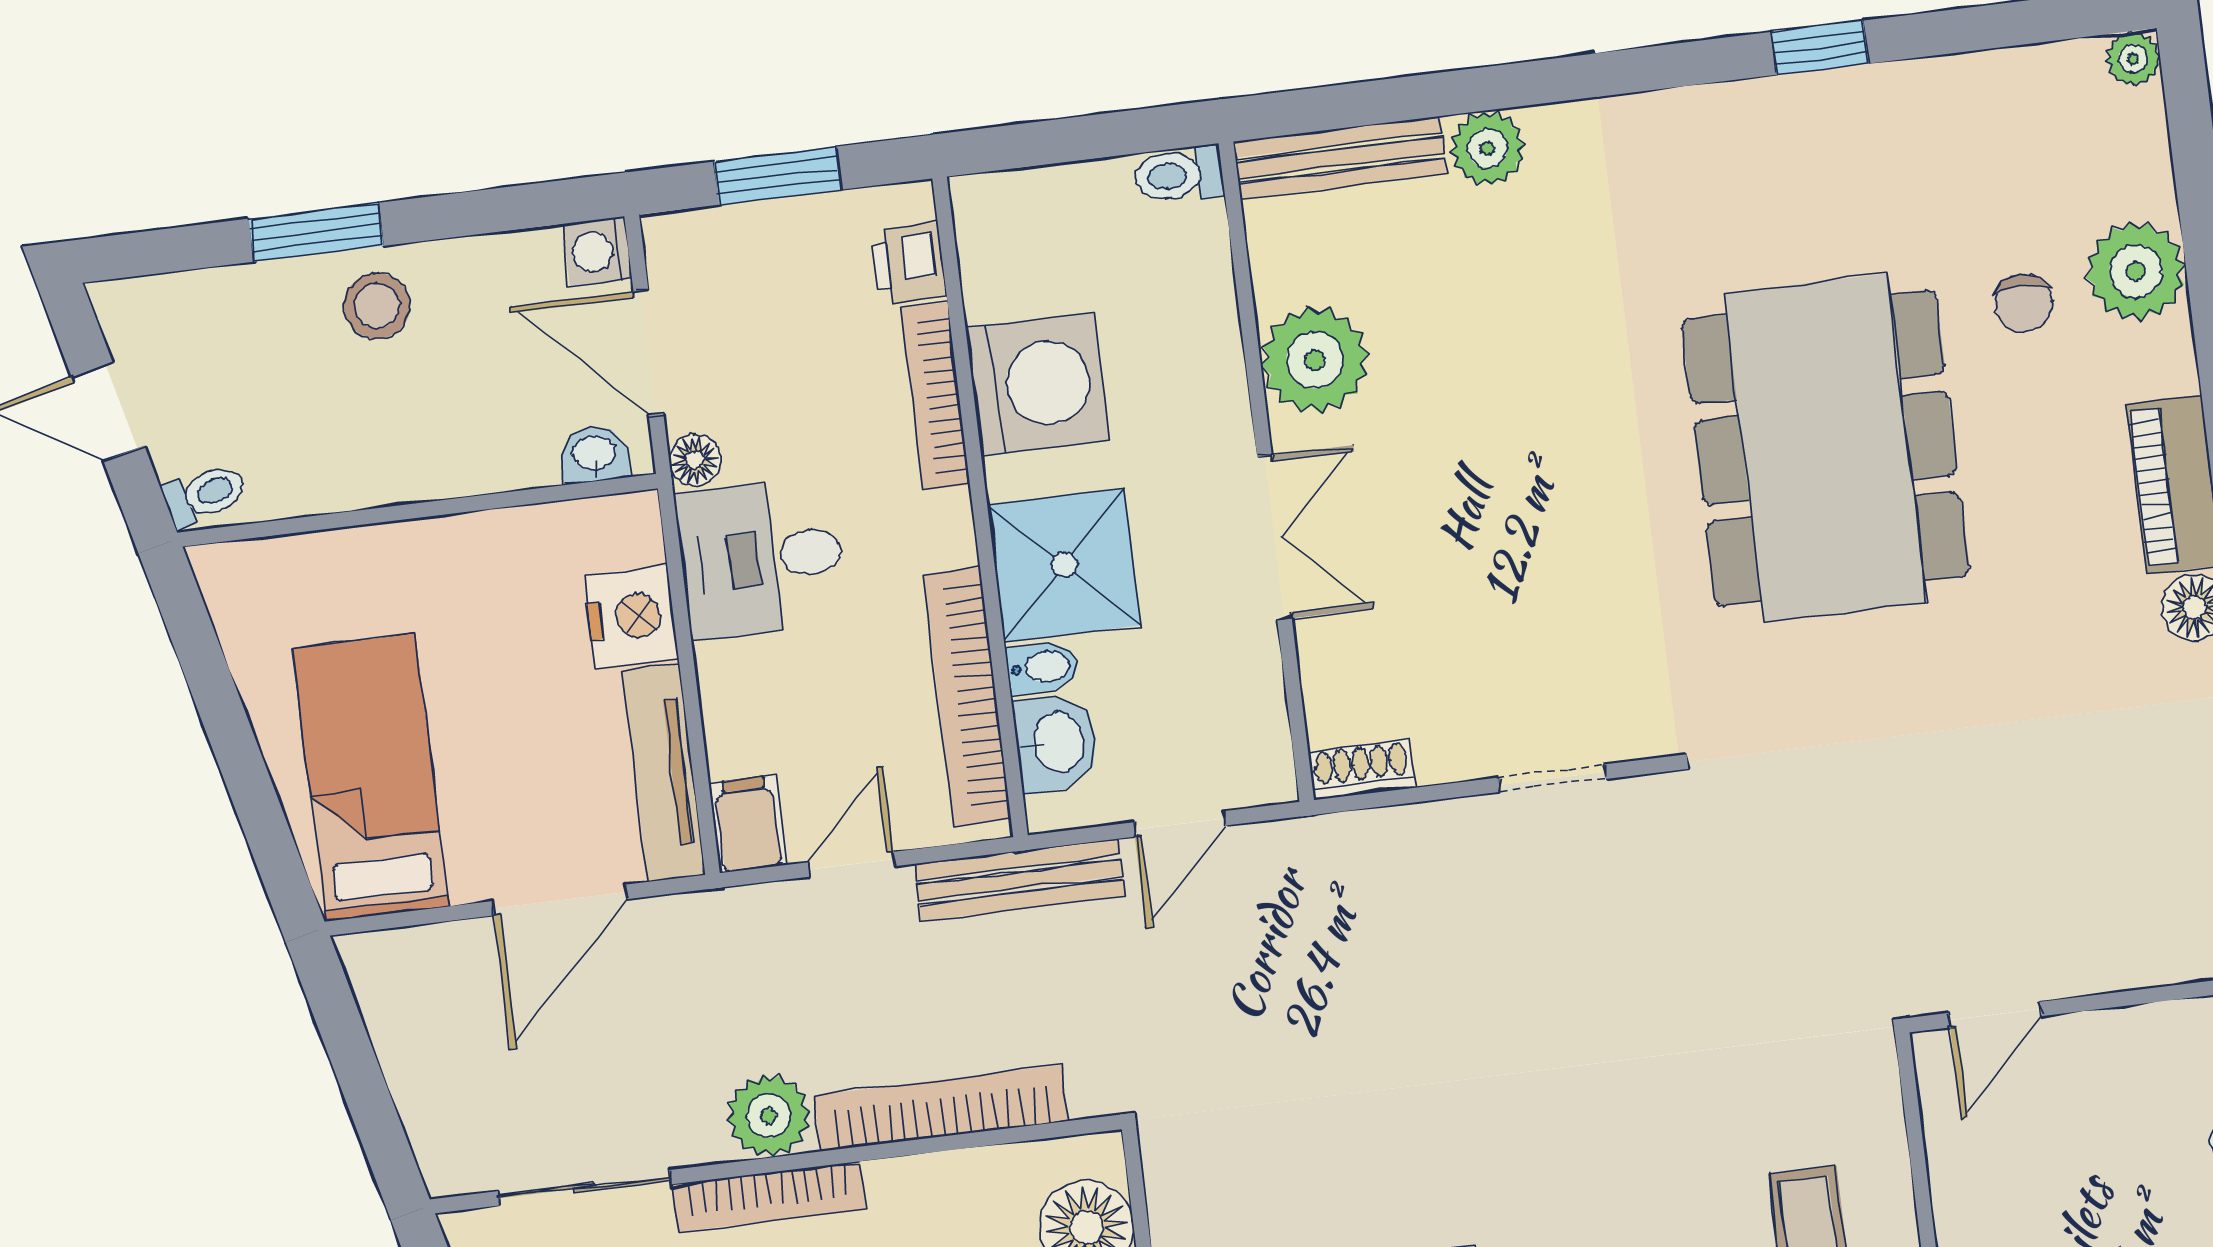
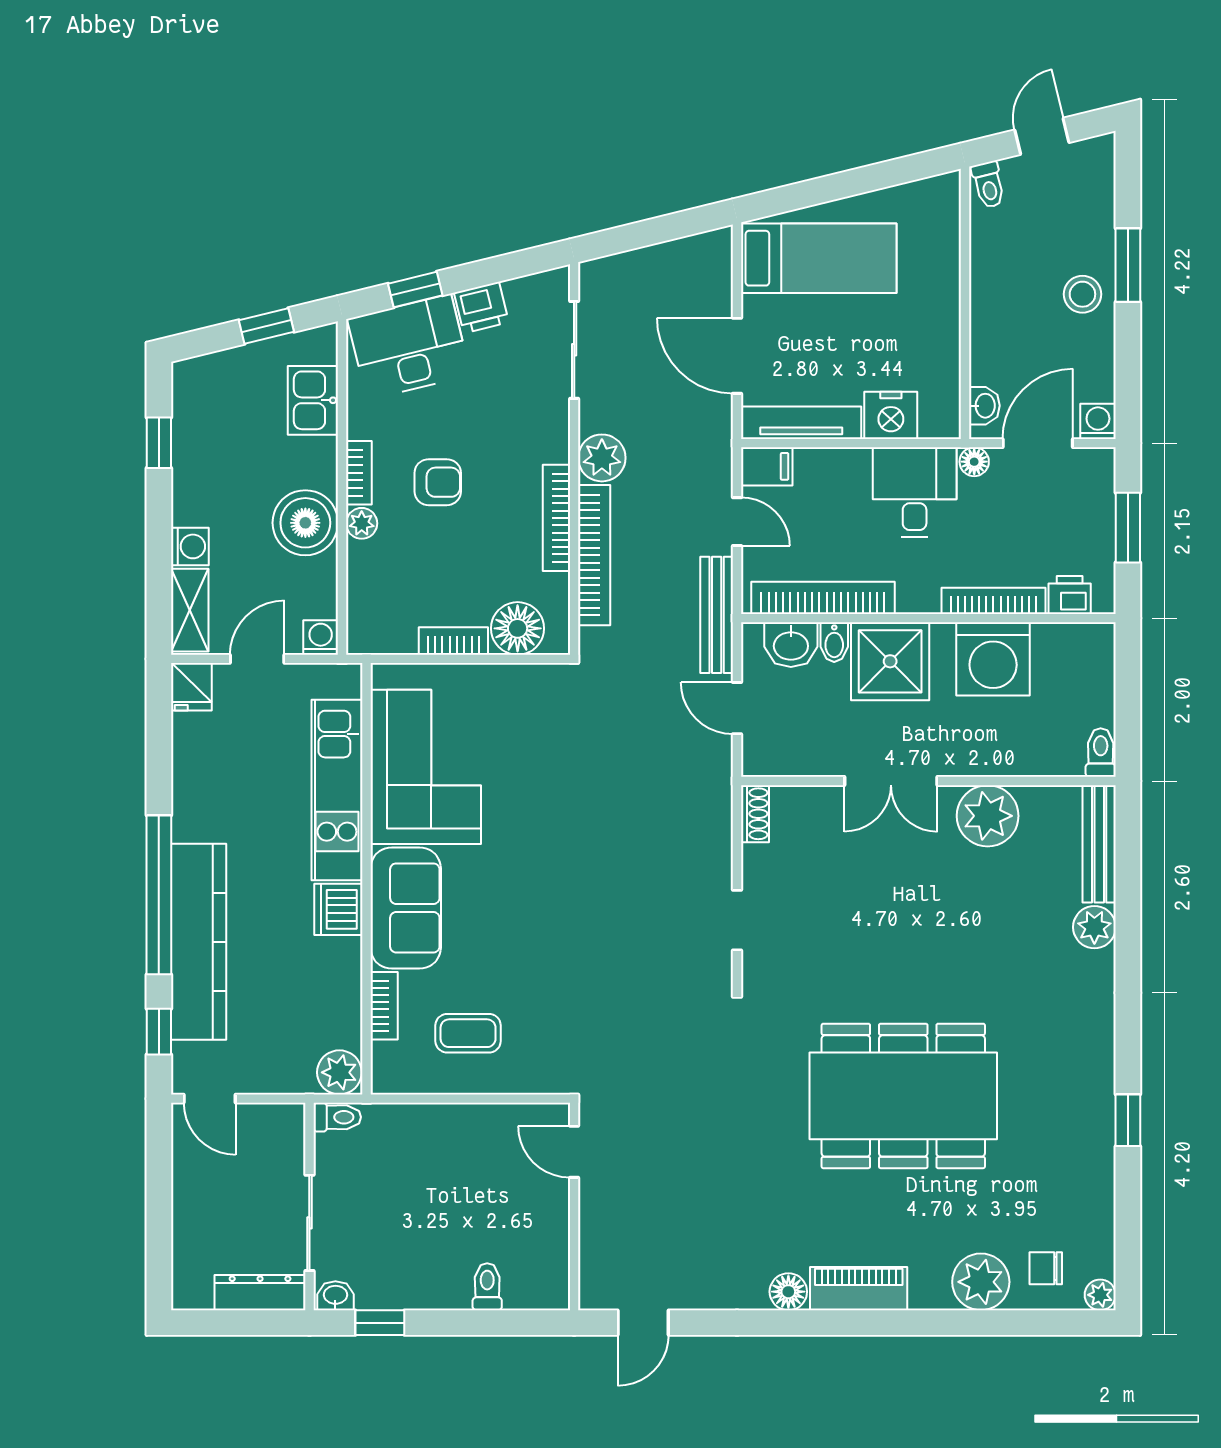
chair: (2023, 303) -> (1046, 1268), moved
bookcase: (769, 1197) -> (556, 518), moved

